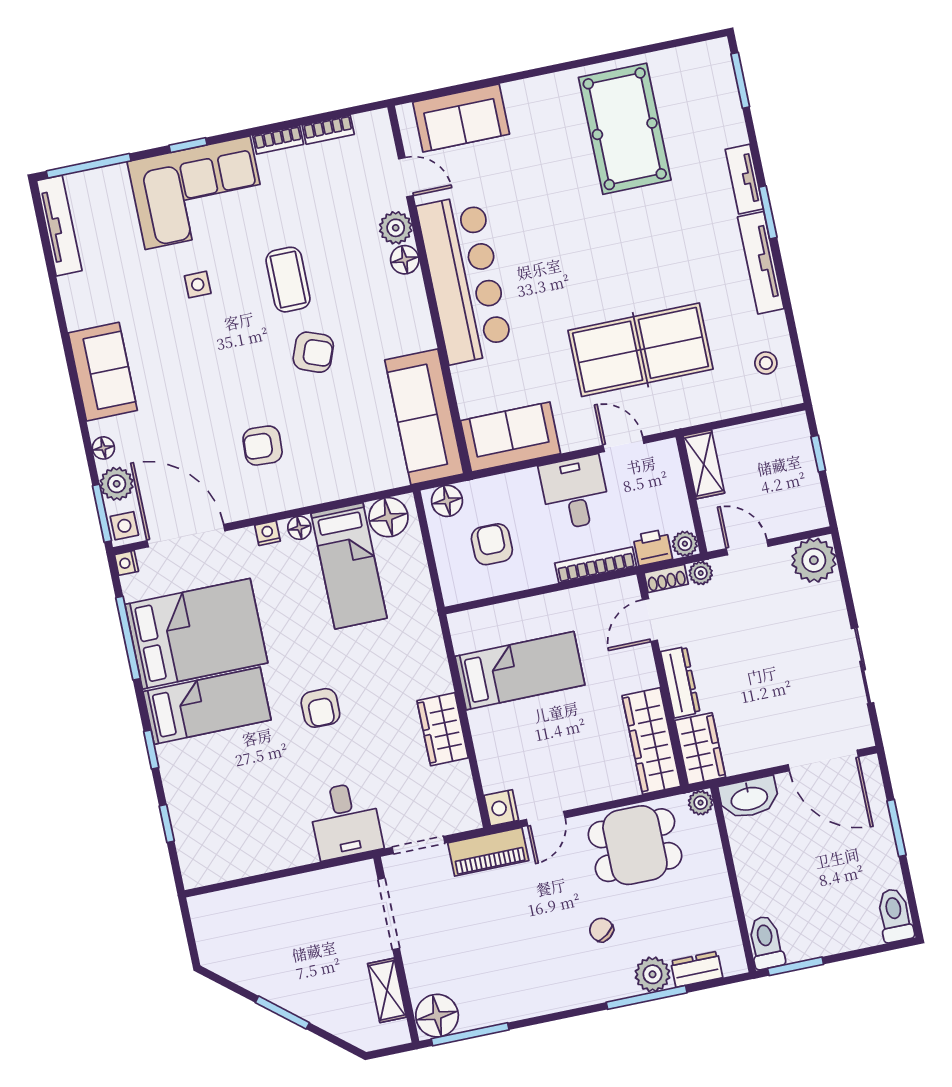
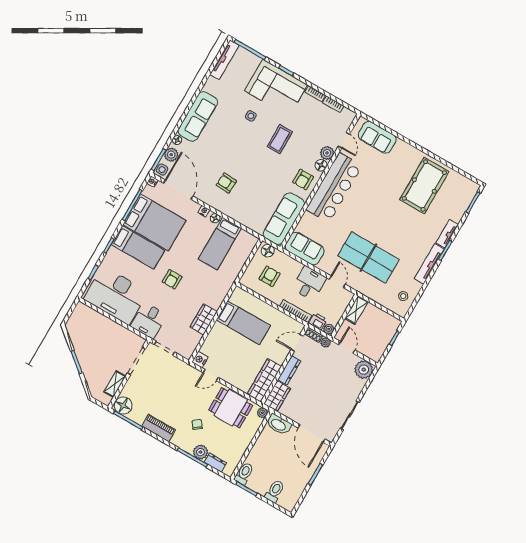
armchair: (313, 352) -> (303, 180), moved, turned 69
sofa: (103, 372) -> (198, 116), width x1.36
floor lamp: (388, 517) -> (245, 240), removed
desk: (245, 828) -> (116, 295), added
piano: (488, 852) -> (159, 428), moved, turned 180
toilet: (895, 915) -> (275, 491), moved

